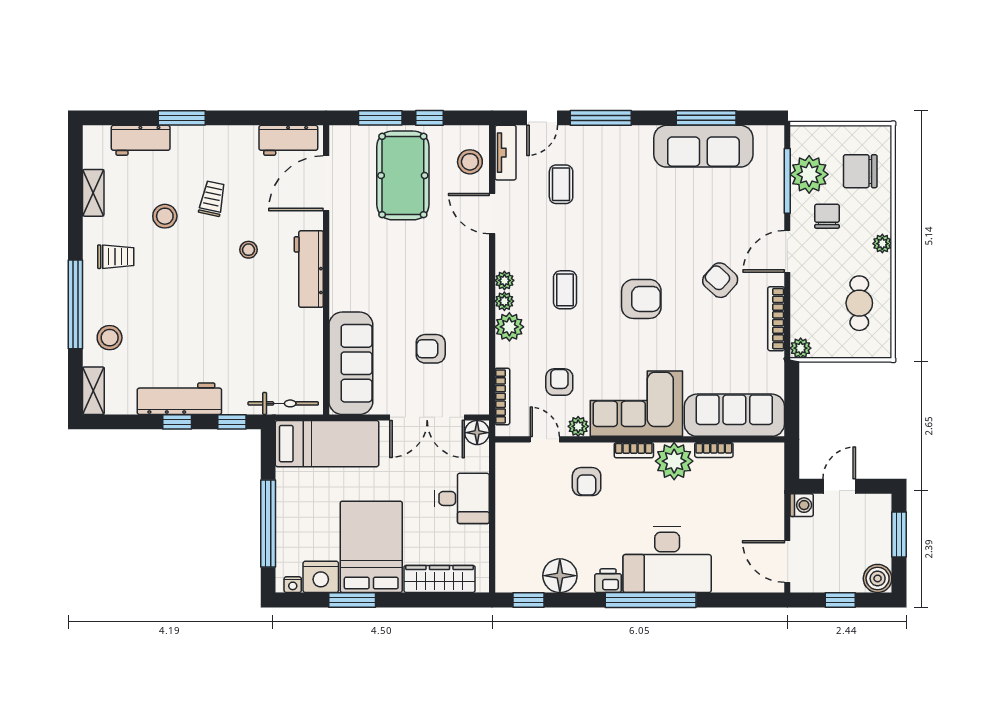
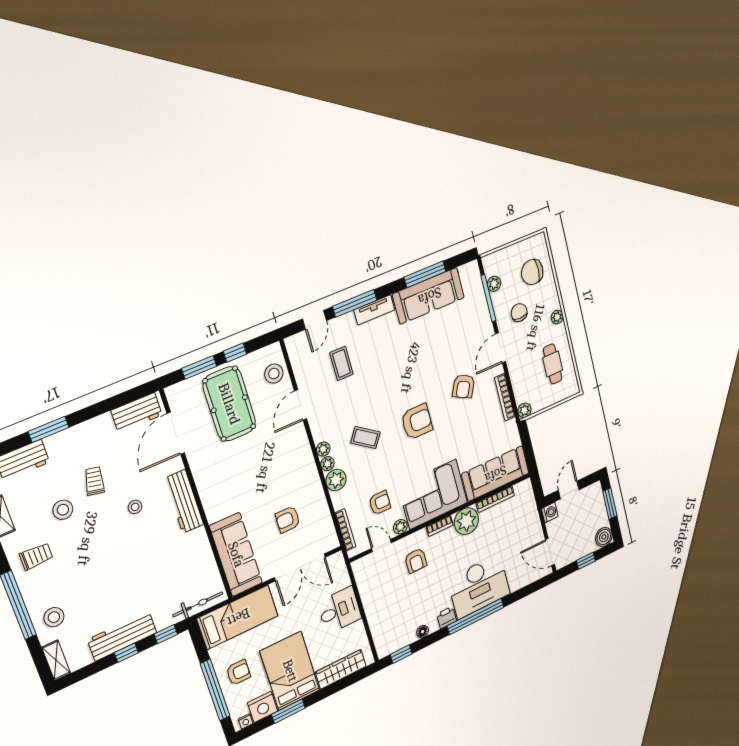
tv unit: (505, 153) -> (374, 310), moved, turned 90
plant: (809, 174) -> (494, 284), width x0.53, depth x0.53
door: (492, 214) -> (301, 405), hinge flipped
armchair: (720, 280) -> (464, 386), turned -106
coffee table: (565, 290) -> (366, 438), turned -56
armchair: (559, 382) -> (380, 503), turned 90
floor lamp: (477, 433) -> (336, 562), removed
bookcase: (714, 450) -> (495, 499), width x1.56
armchair: (305, 516) -> (238, 672), added
floor lamp: (560, 576) -> (423, 632), width x0.53, depth x0.53

